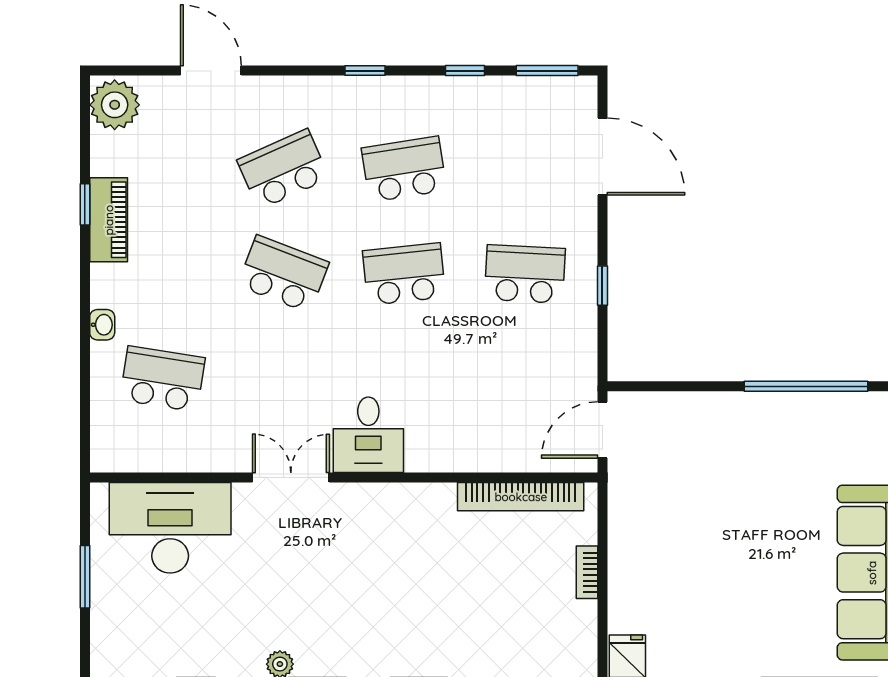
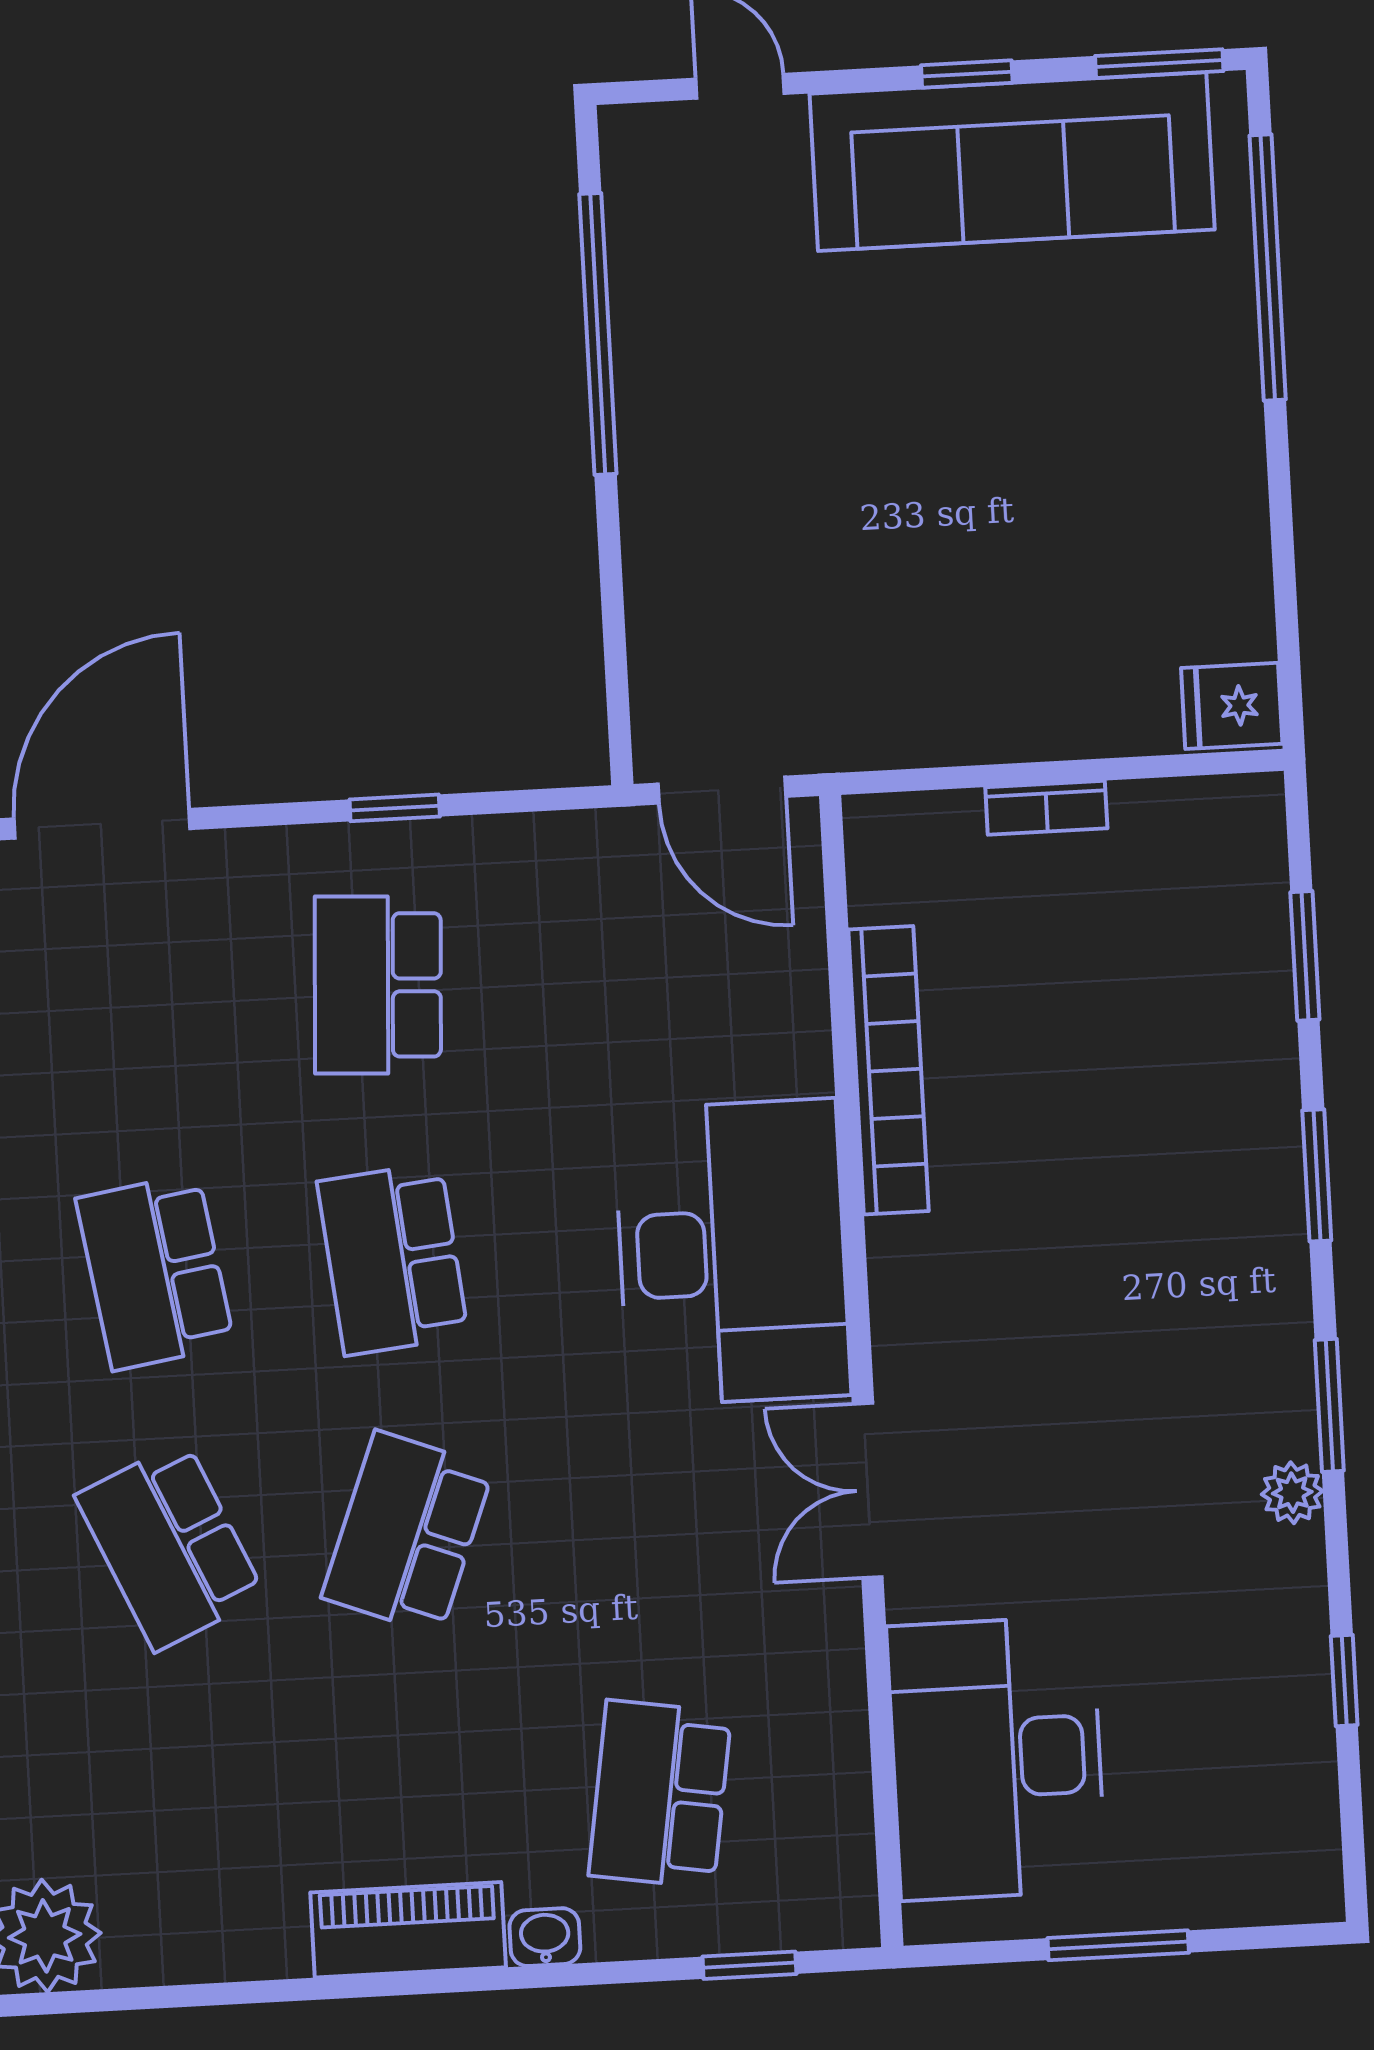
window: (85, 204) -> (749, 1965), moved
piano: (109, 220) -> (408, 1930), moved
desk: (368, 435) -> (732, 1252), width x1.87, depth x1.30
bookcase: (521, 497) -> (889, 1070), moved

